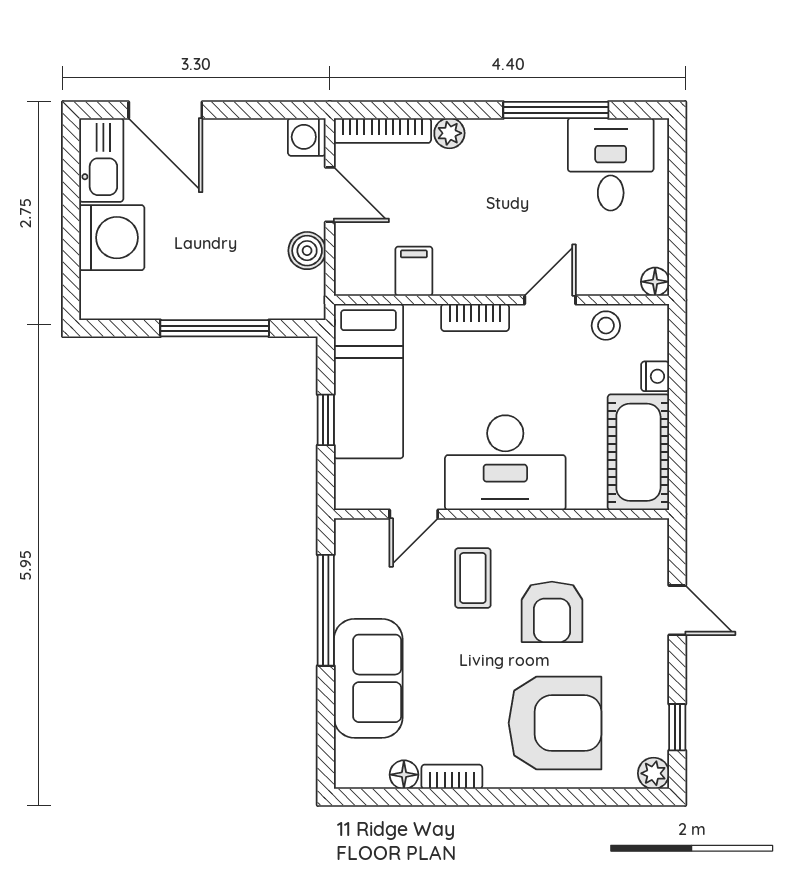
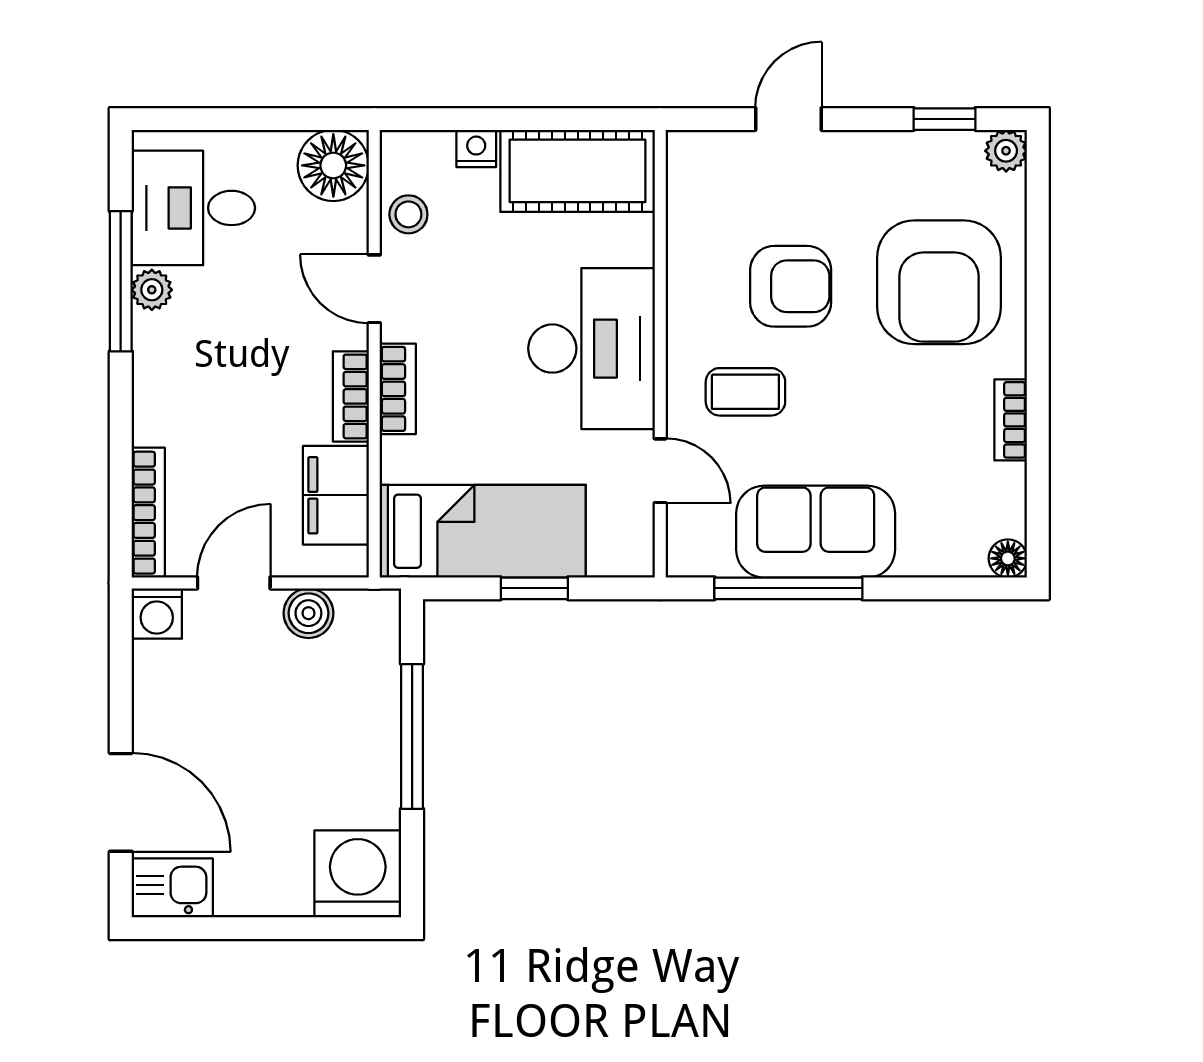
door: (165, 110) -> (121, 802), hinge flipped
plant: (449, 133) -> (152, 290), moved
kitchen sink: (101, 160) -> (172, 888), width x0.73
washing machine: (112, 238) -> (358, 874), moved
filing cabinet: (414, 271) -> (336, 495), width x2.00
bookcase: (469, 282) -> (351, 396), added
floor lamp: (655, 282) -> (333, 165), width x1.89, depth x1.89
sofa: (368, 678) -> (816, 532), moved
armchair: (555, 723) -> (939, 282), turned 180
floor lamp: (404, 775) -> (1008, 558), moved

